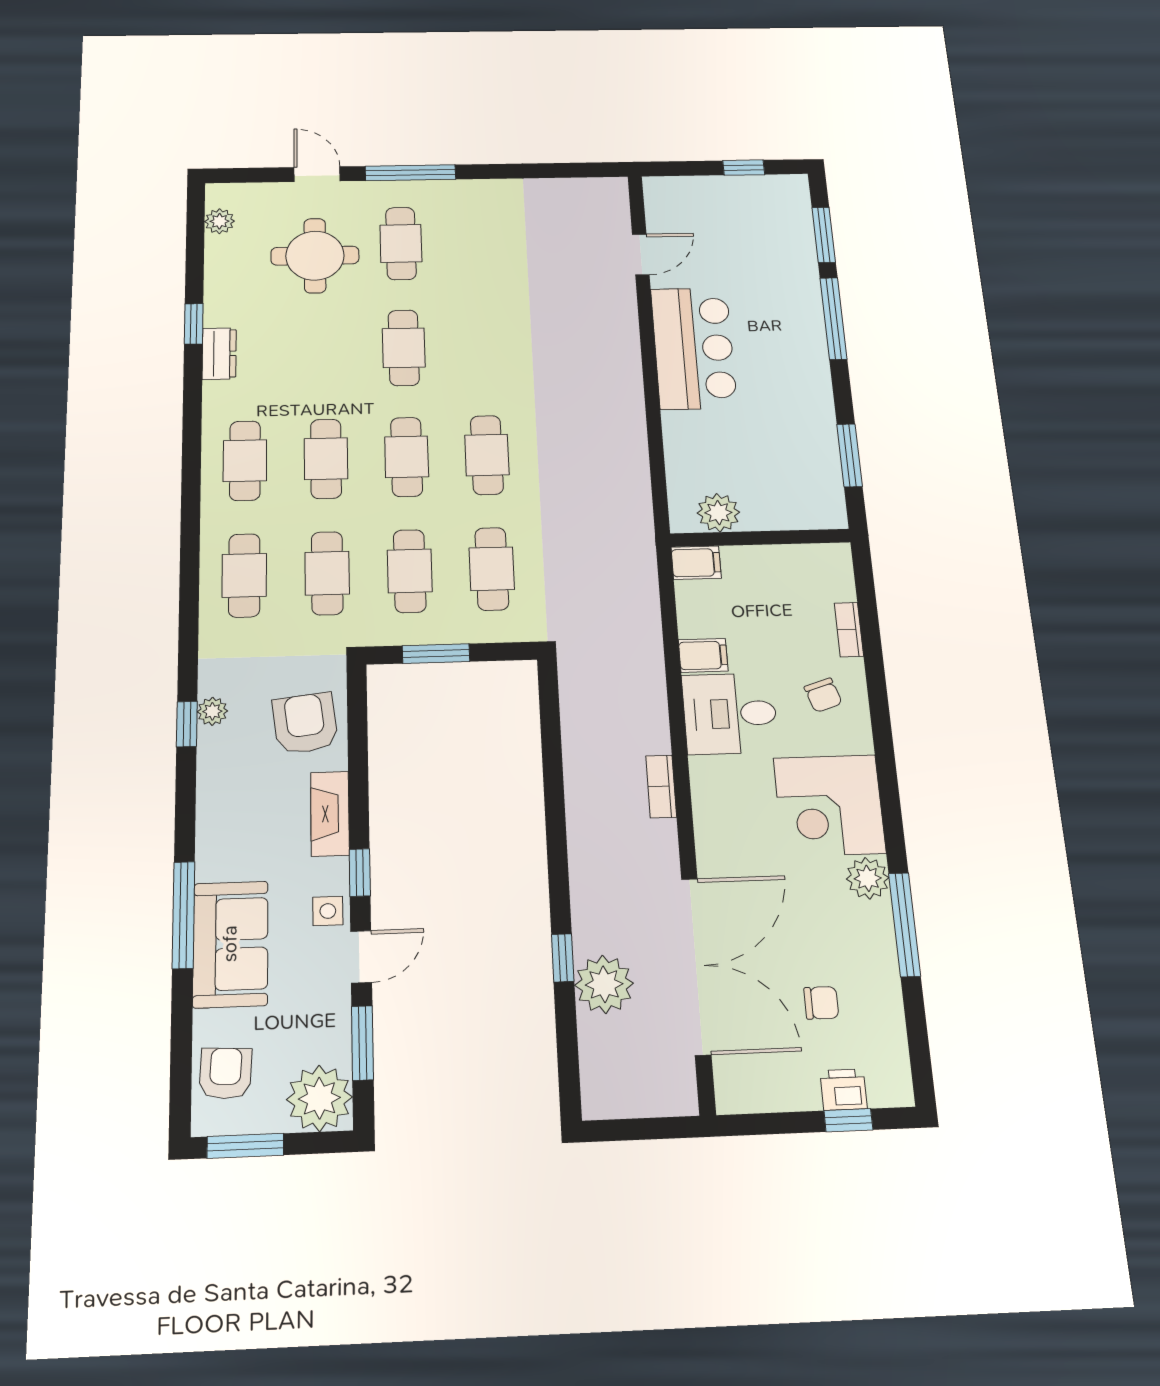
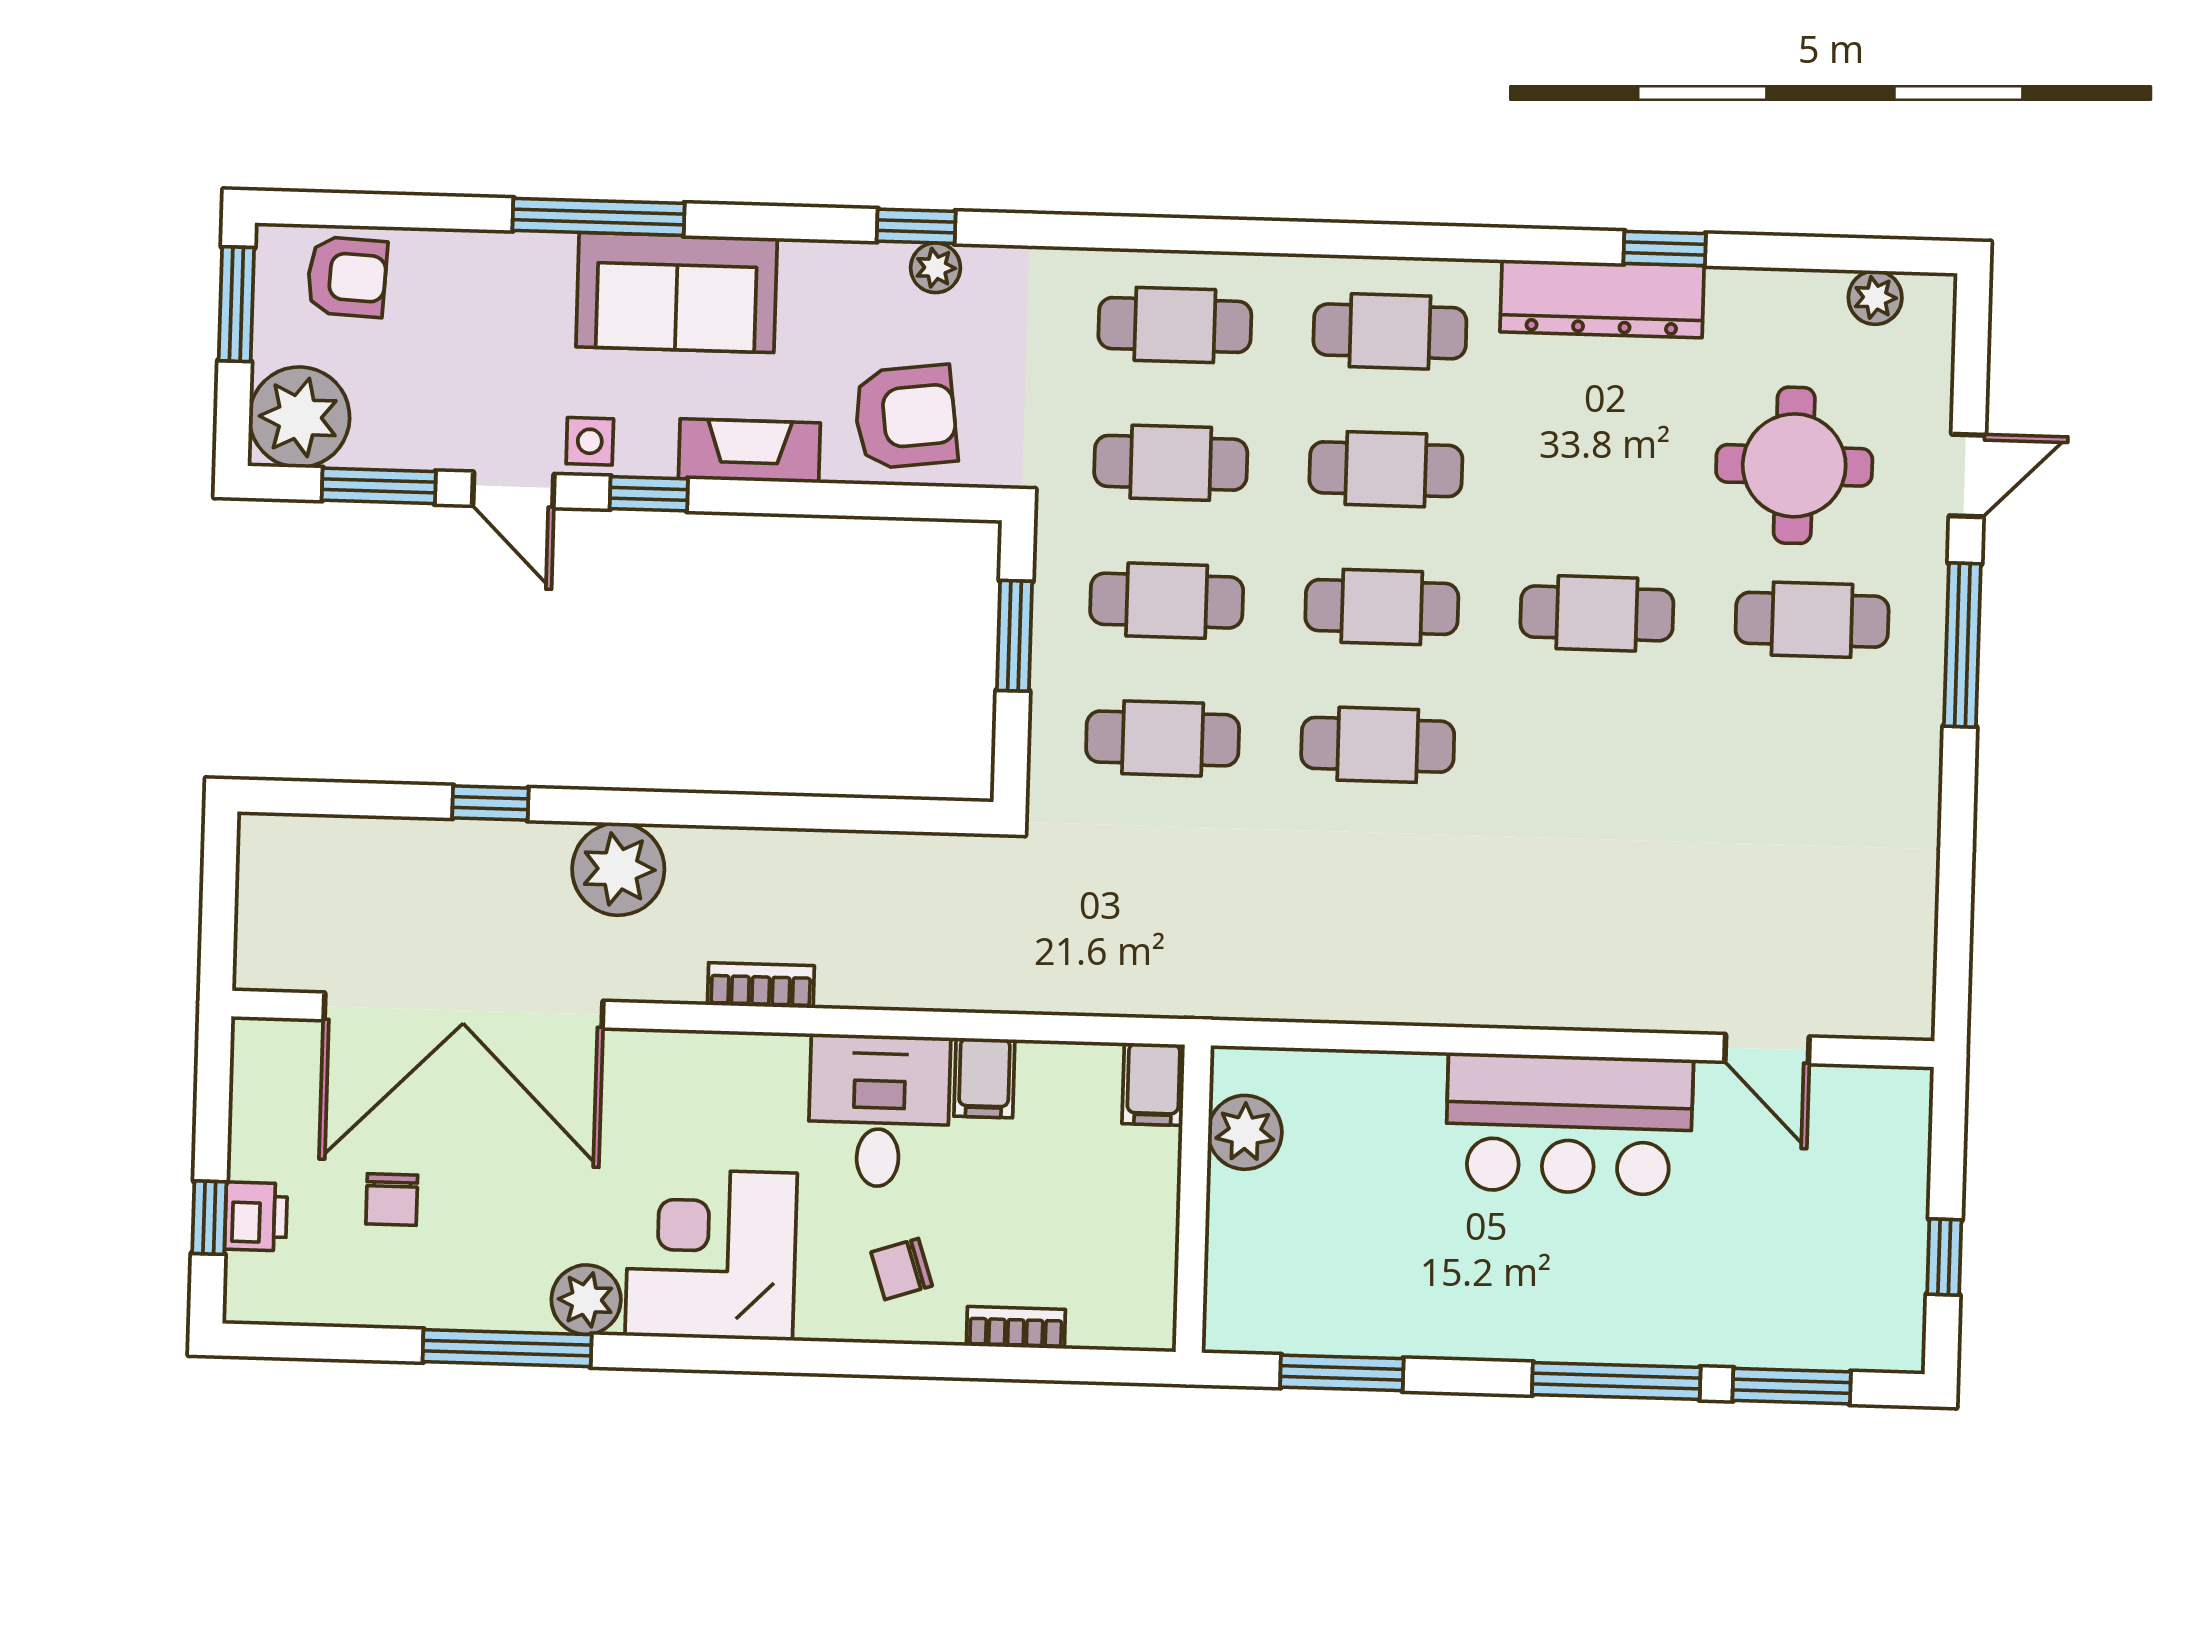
dresser: (219, 354) -> (1602, 299), width x1.96, depth x1.24
sofa: (230, 944) -> (677, 293), moved
plant: (604, 984) -> (618, 869), moved

